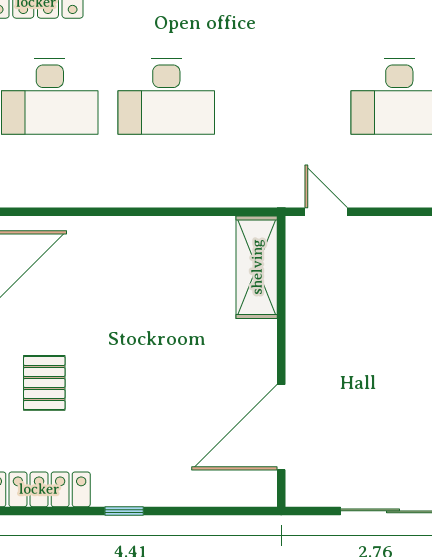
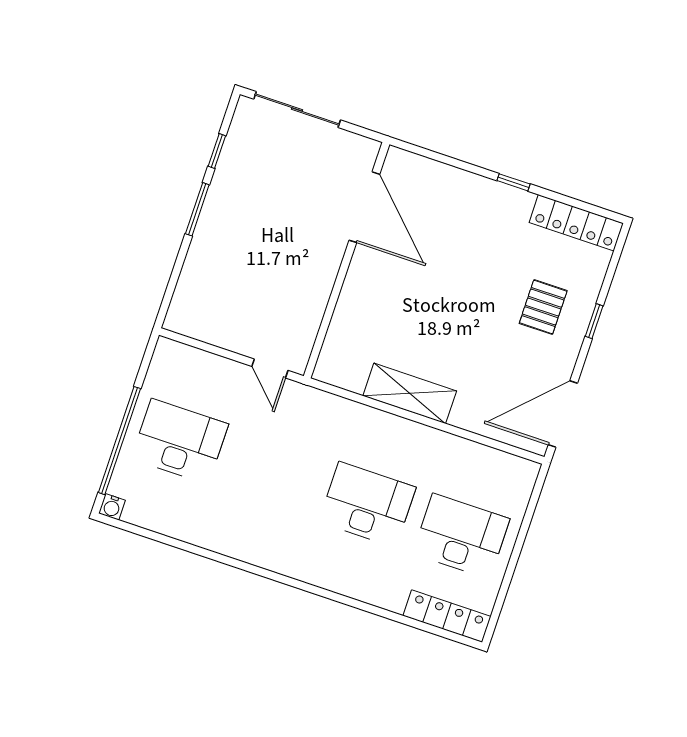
shelving: (257, 267) -> (410, 393), moved, turned 90
door: (281, 427) -> (364, 207), hinge flipped

